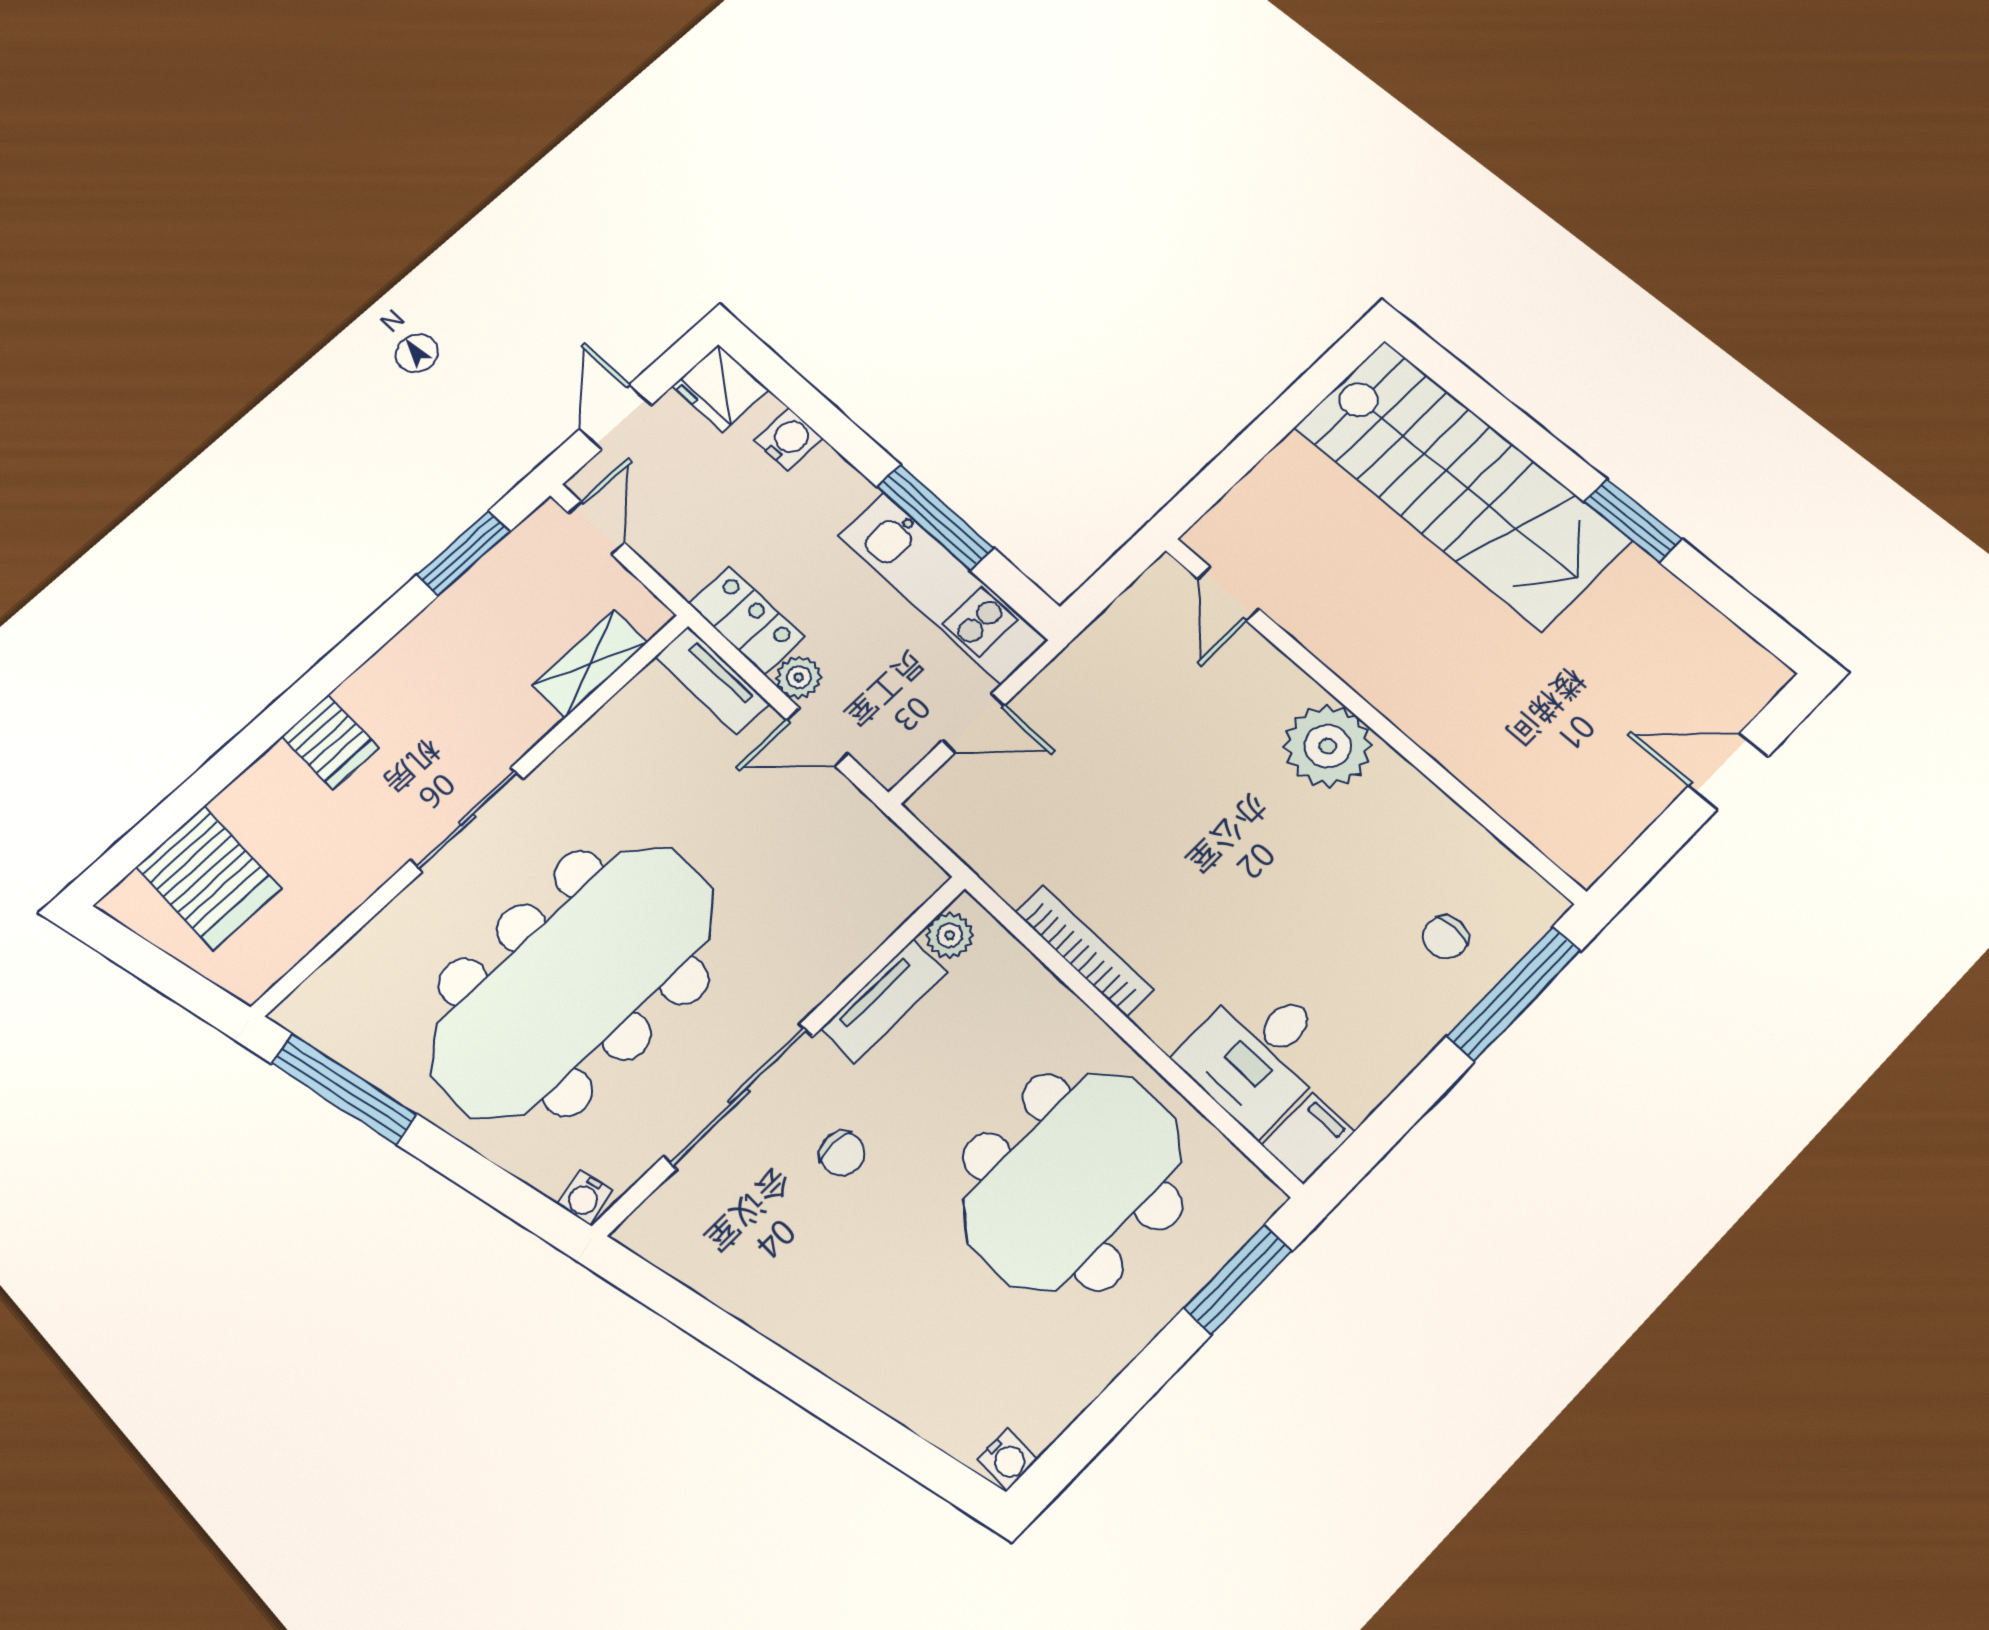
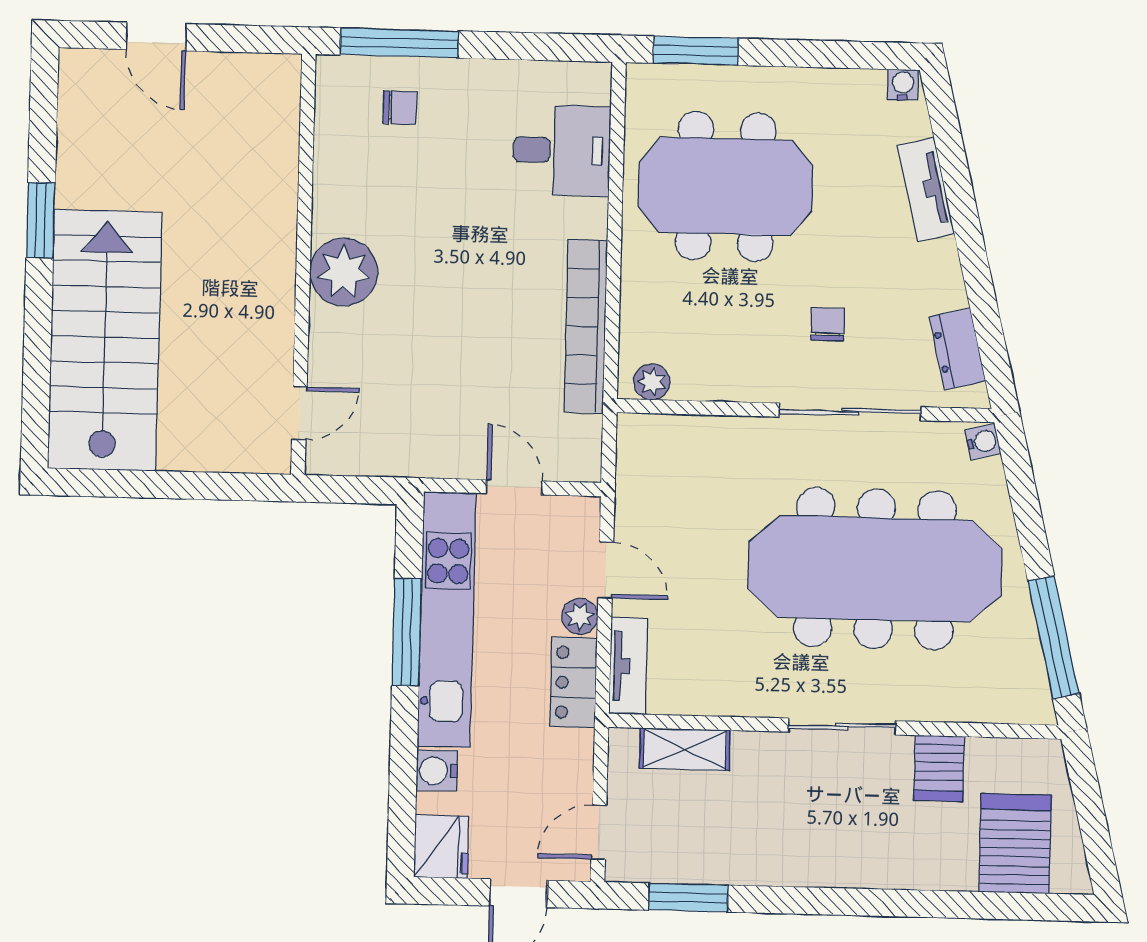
kitchen unit: (942, 587) -> (447, 620), width x1.36
server rack: (330, 742) -> (939, 768), moved, turned 180
bookcase: (1084, 951) -> (586, 326), width x1.48, depth x1.31
tv unit: (884, 1001) -> (926, 189), moved, turned -103
filing cabinet: (1308, 1138) -> (584, 82), removed
dresser: (695, 1258) -> (957, 349), added

